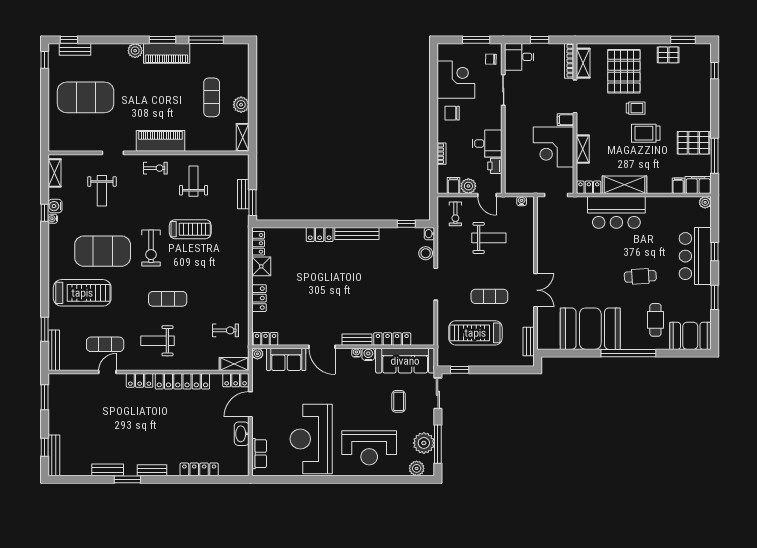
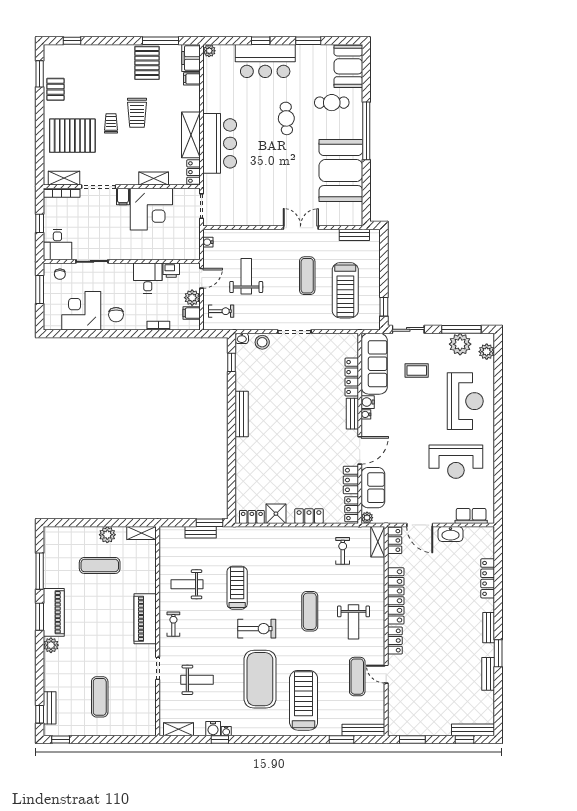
exercise mat: (86, 97) -> (100, 697), width x0.50, depth x0.69
locker: (320, 234) -> (351, 480), moved, turned 180
reception desk: (311, 439) -> (456, 462), width x0.74, depth x0.77

